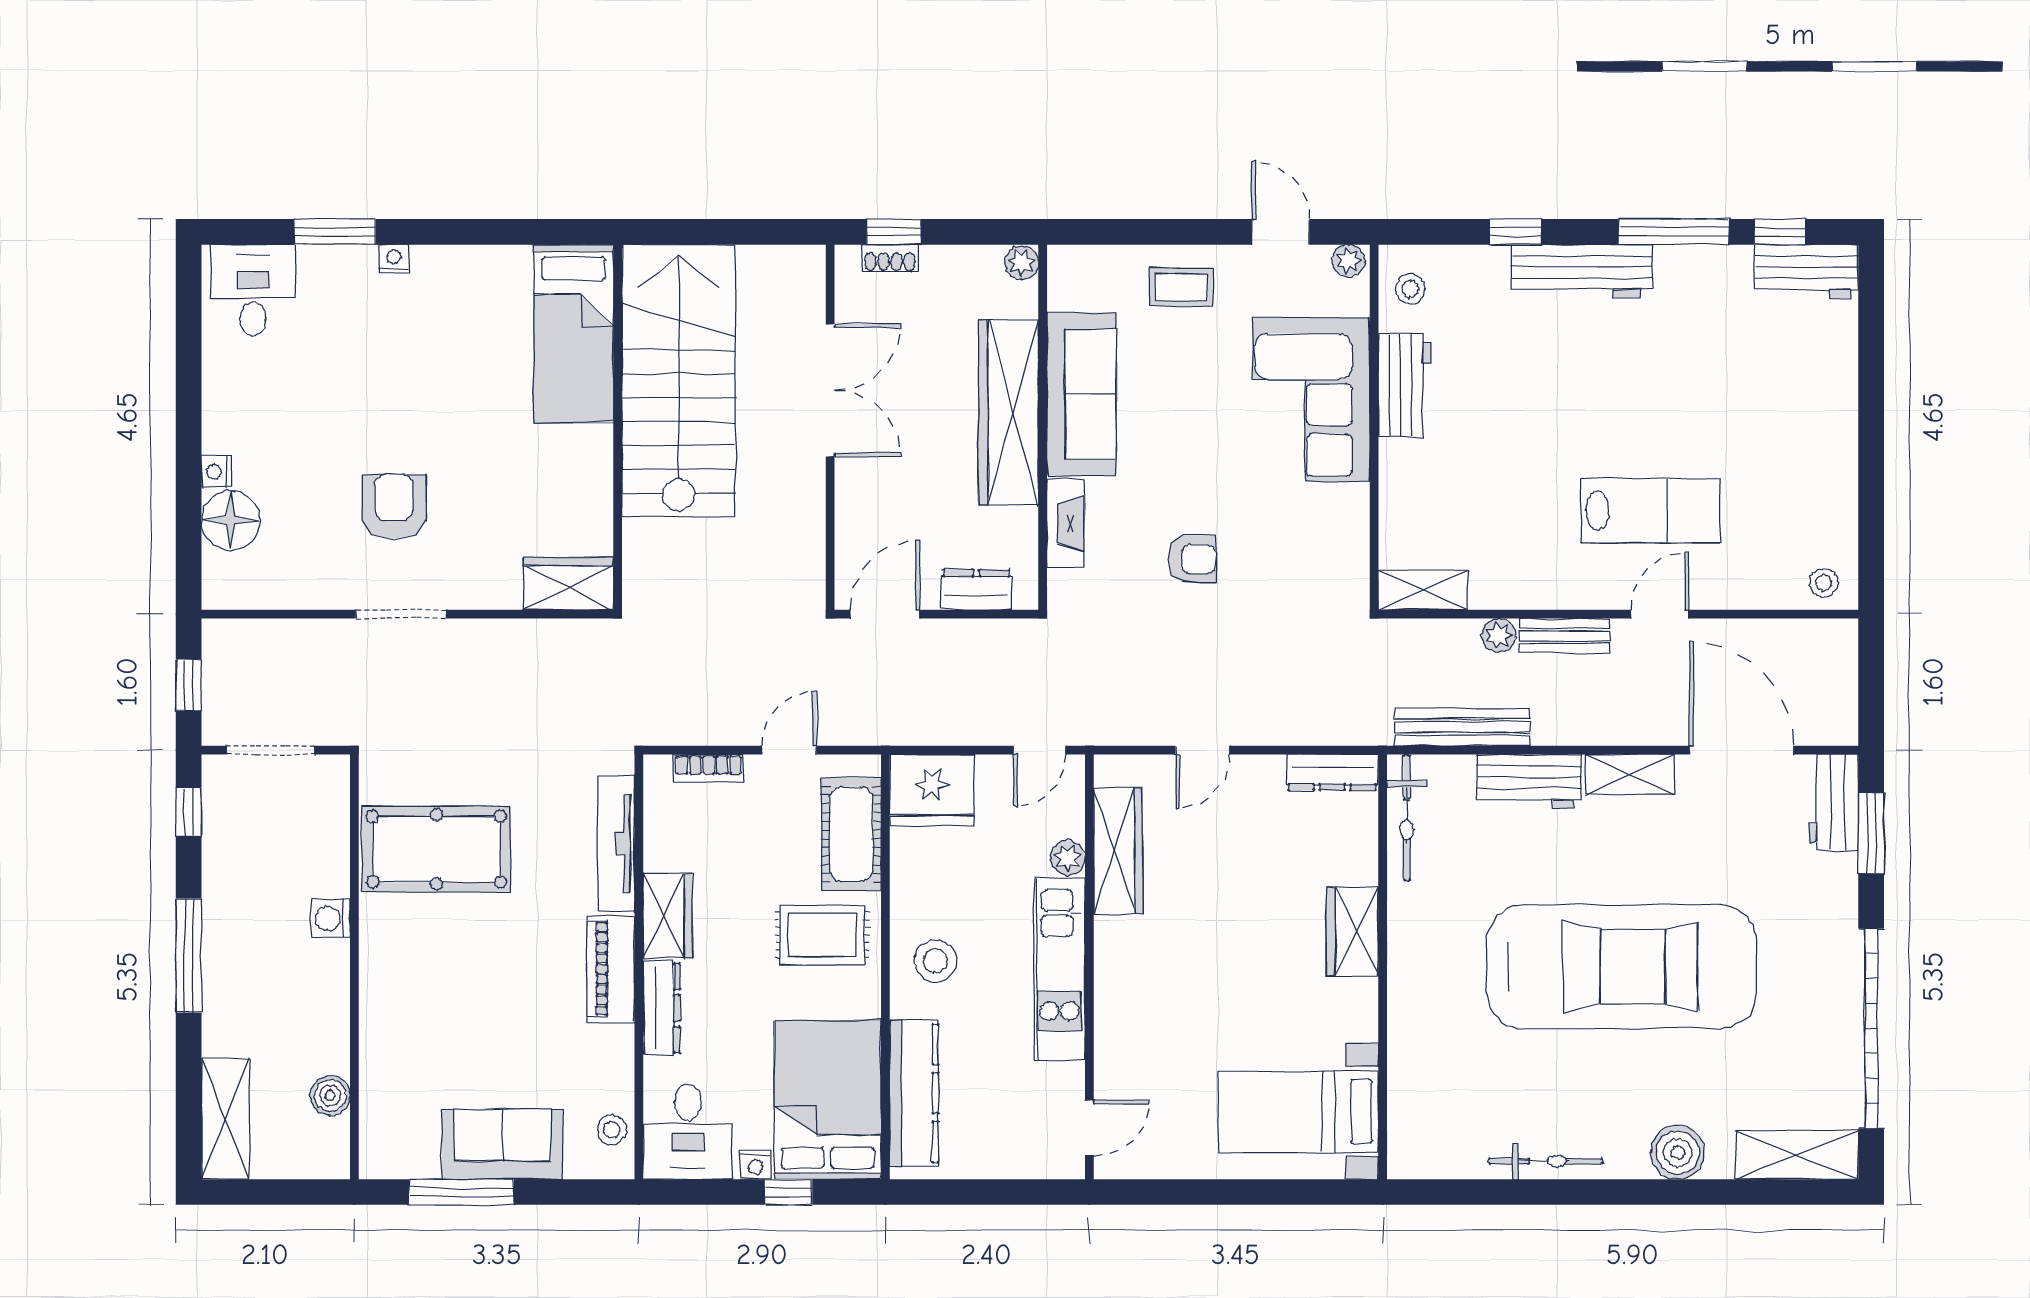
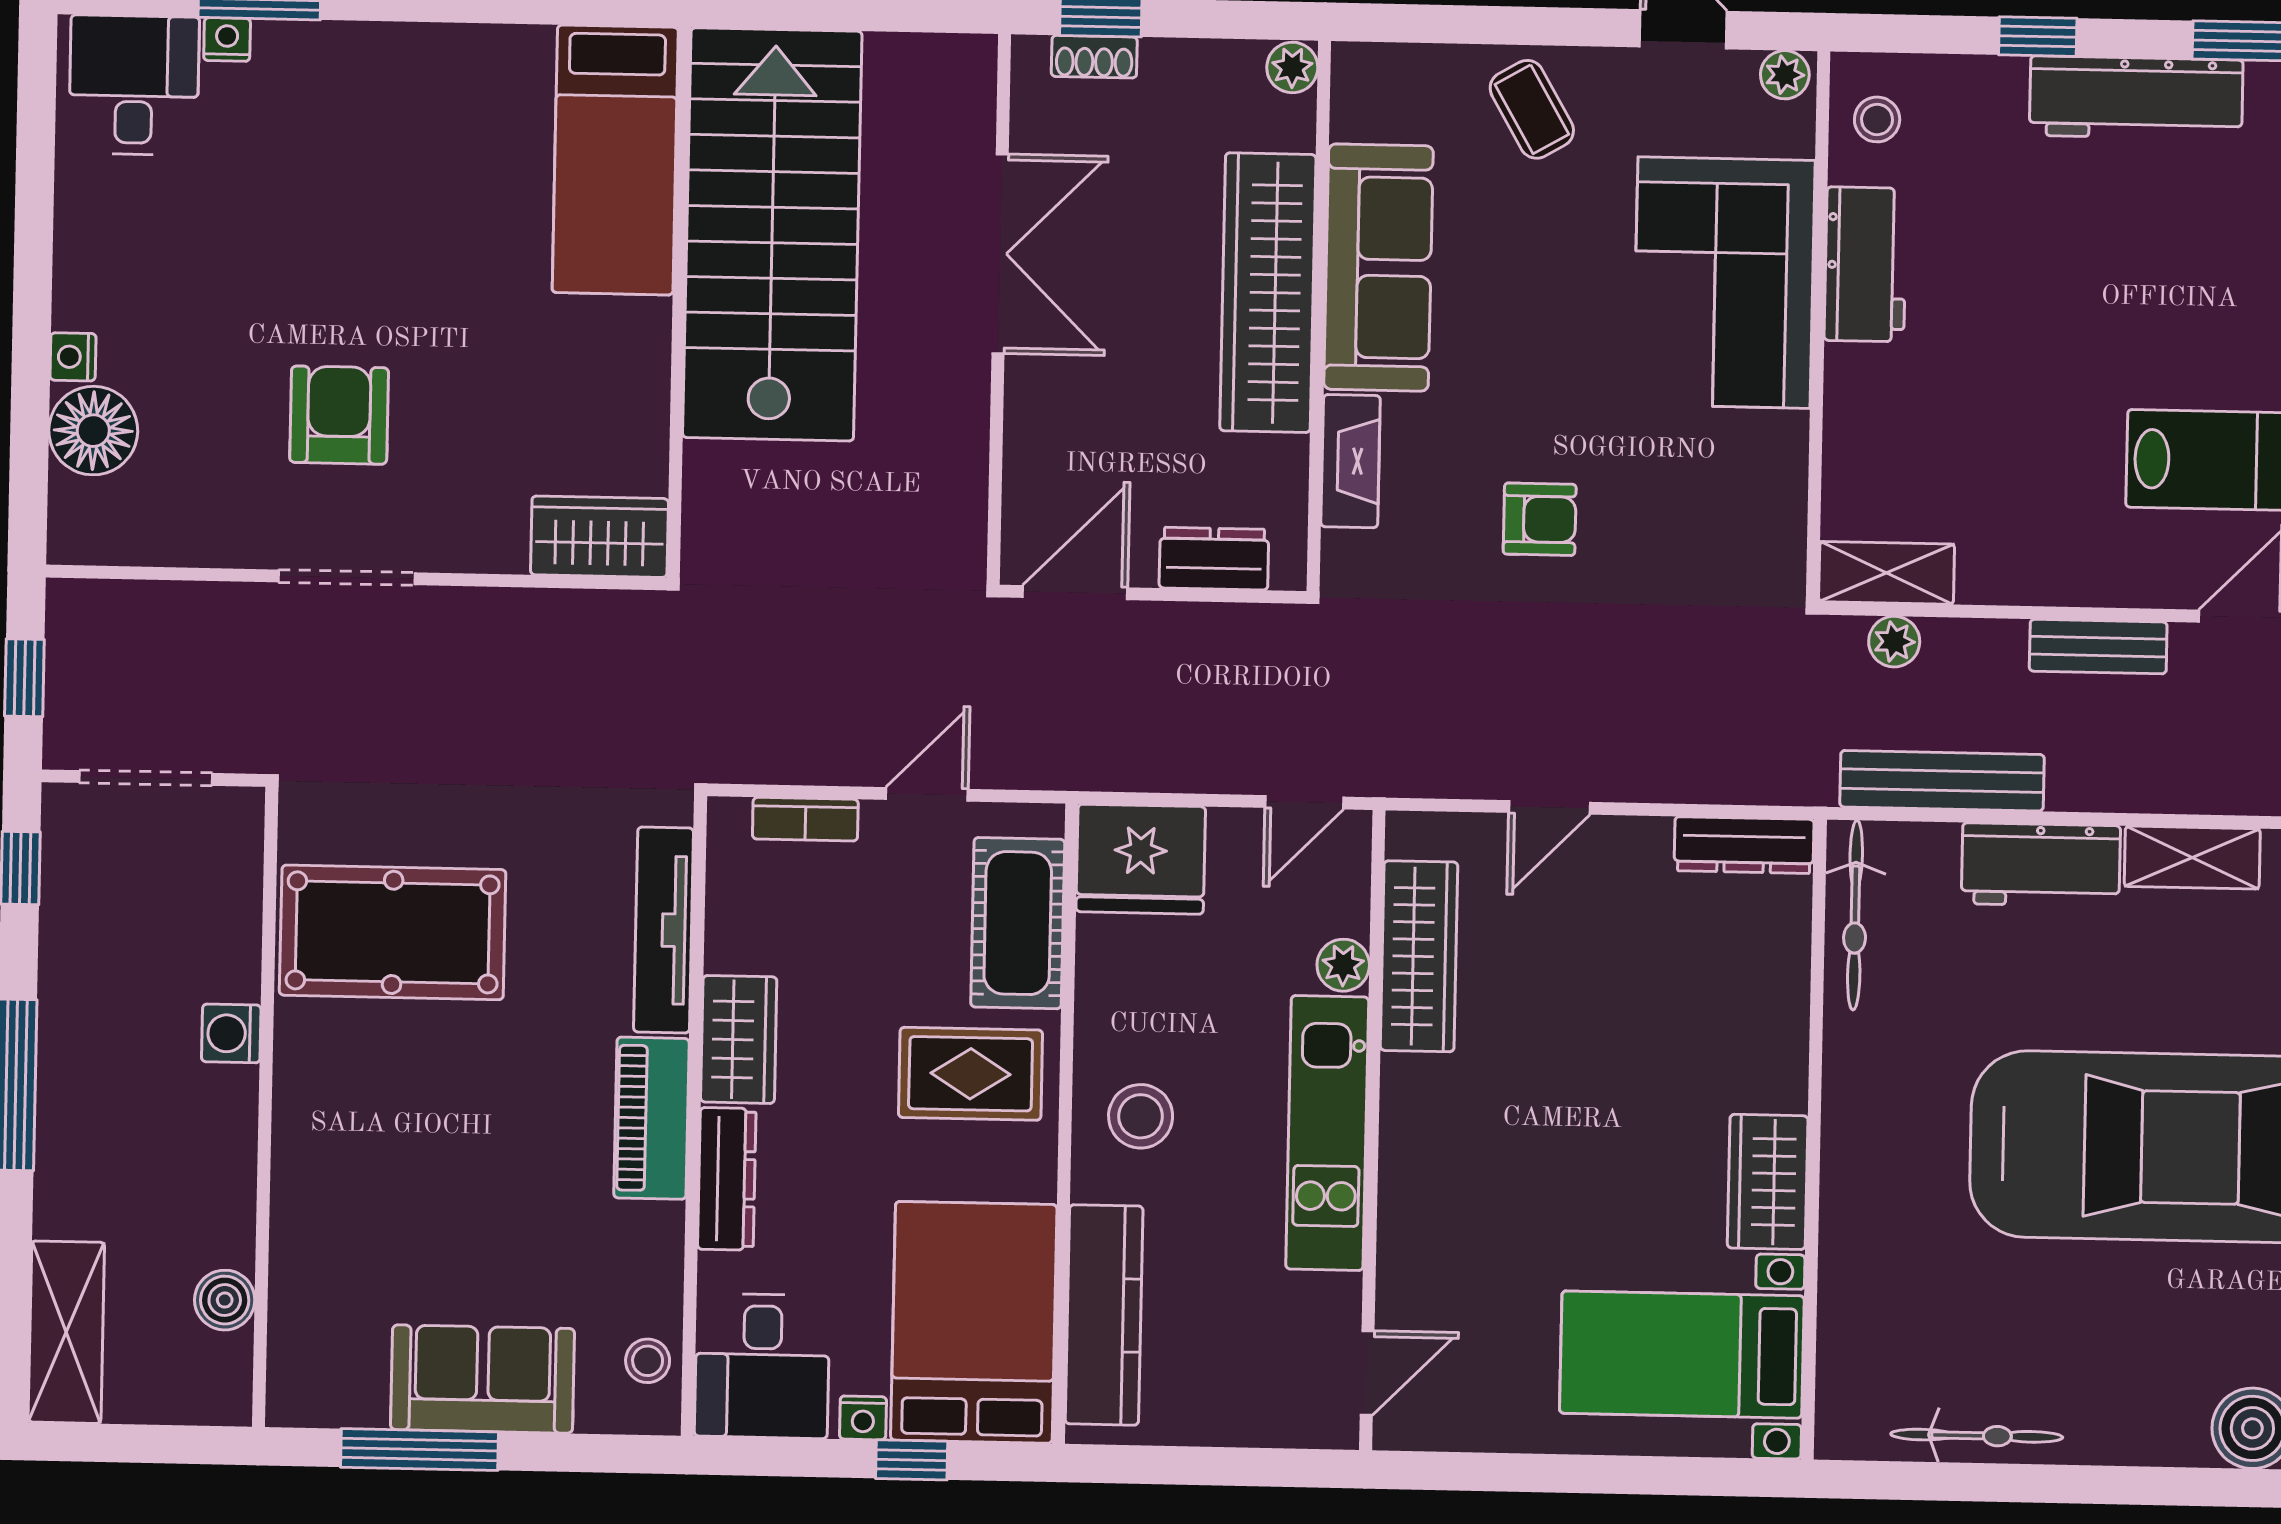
nightstand: (394, 259) -> (227, 39), moved
coffee table: (1181, 287) -> (1532, 109), turned 60
plant: (1499, 635) -> (1894, 642), moved
wardrobe: (1352, 931) -> (1768, 1182), moved
bicycle: (1546, 1161) -> (1977, 1436), moved

